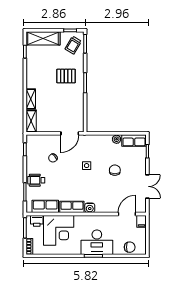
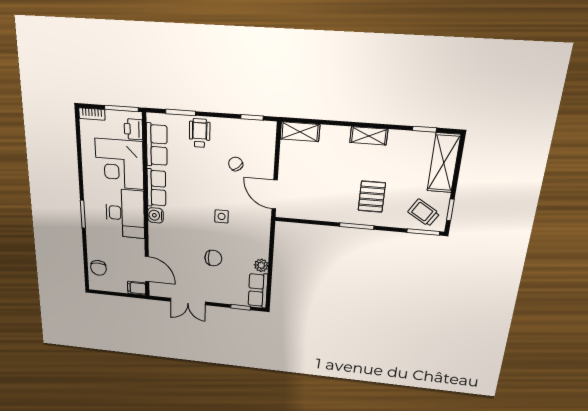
shelving: (31, 99) -> (369, 136), moved
desk: (97, 242) -> (125, 213), moved, turned 180

